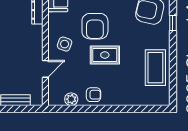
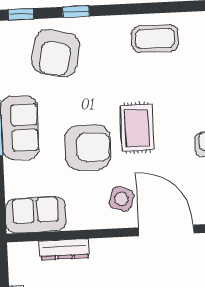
coffee table: (155, 68) -> (155, 39), width x0.73, depth x0.76
door: (45, 69) -> (166, 230), width x1.88

